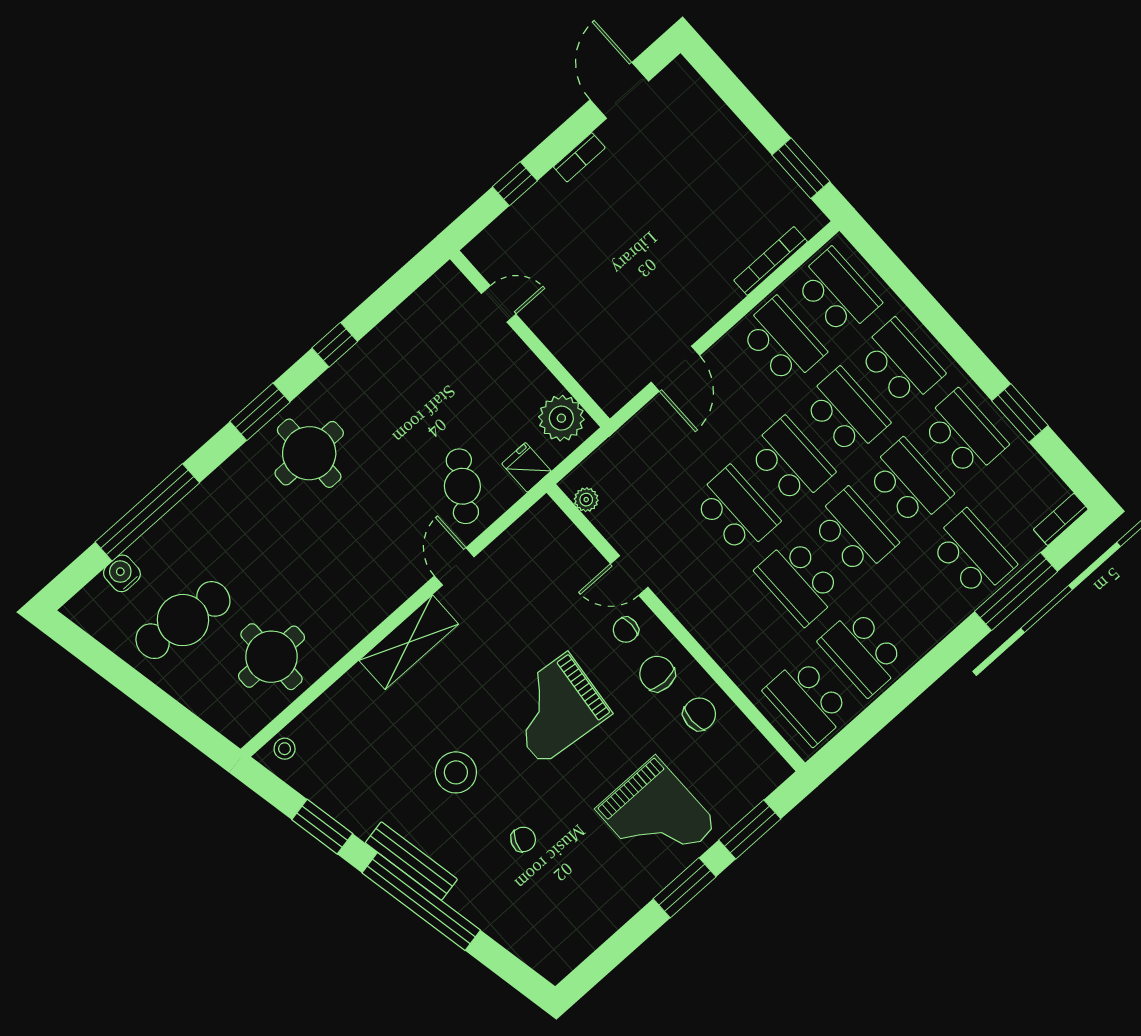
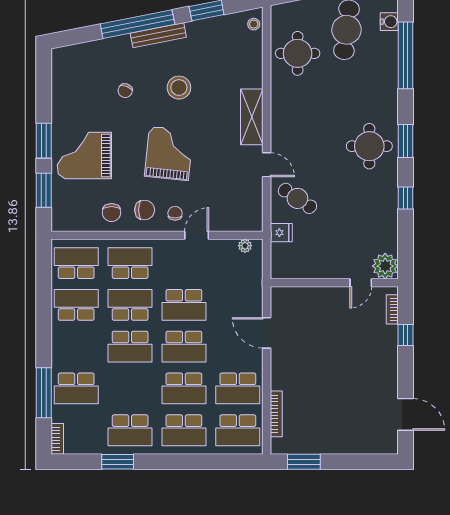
bookcase: (579, 157) -> (392, 309), moved
plant: (561, 418) -> (385, 266), moved
school desk: (909, 483) -> (130, 263), moved, turned 180

